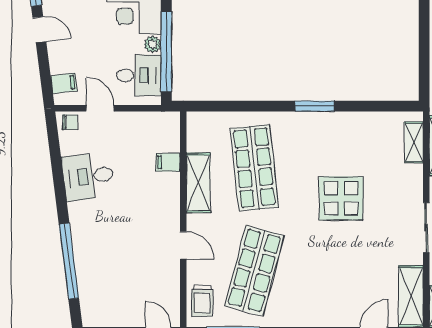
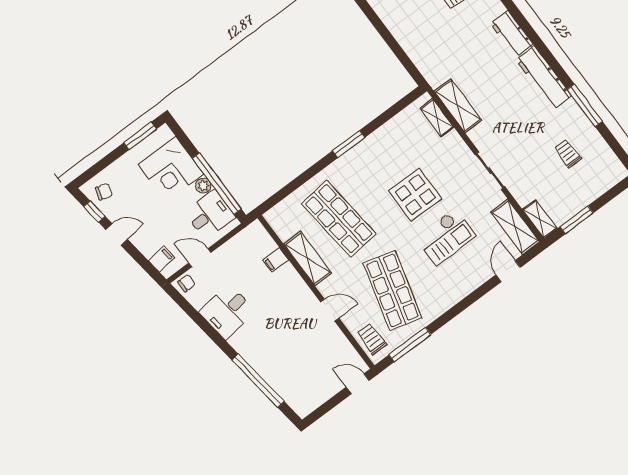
checkout: (340, 258) -> (446, 237), added
trolley: (202, 301) -> (372, 339), turned 180

